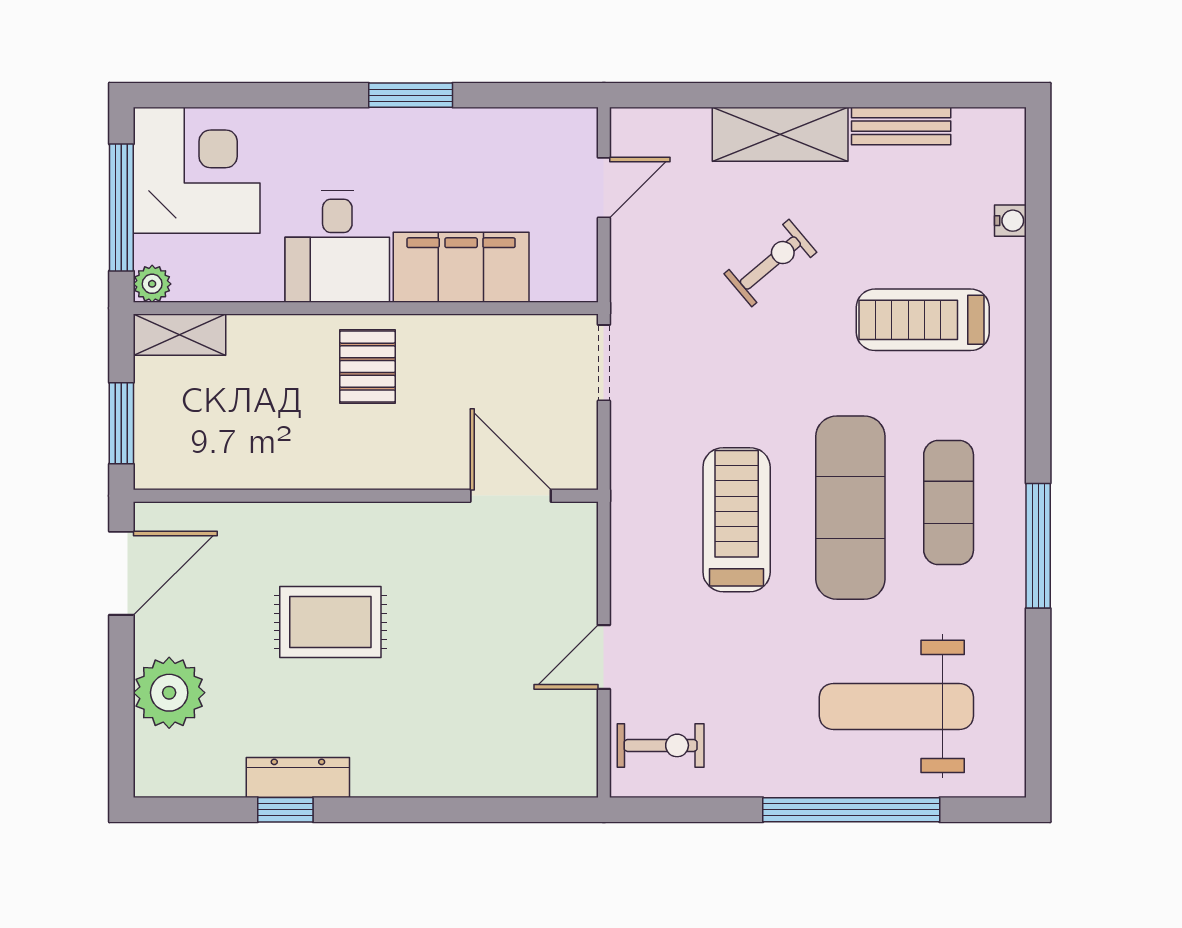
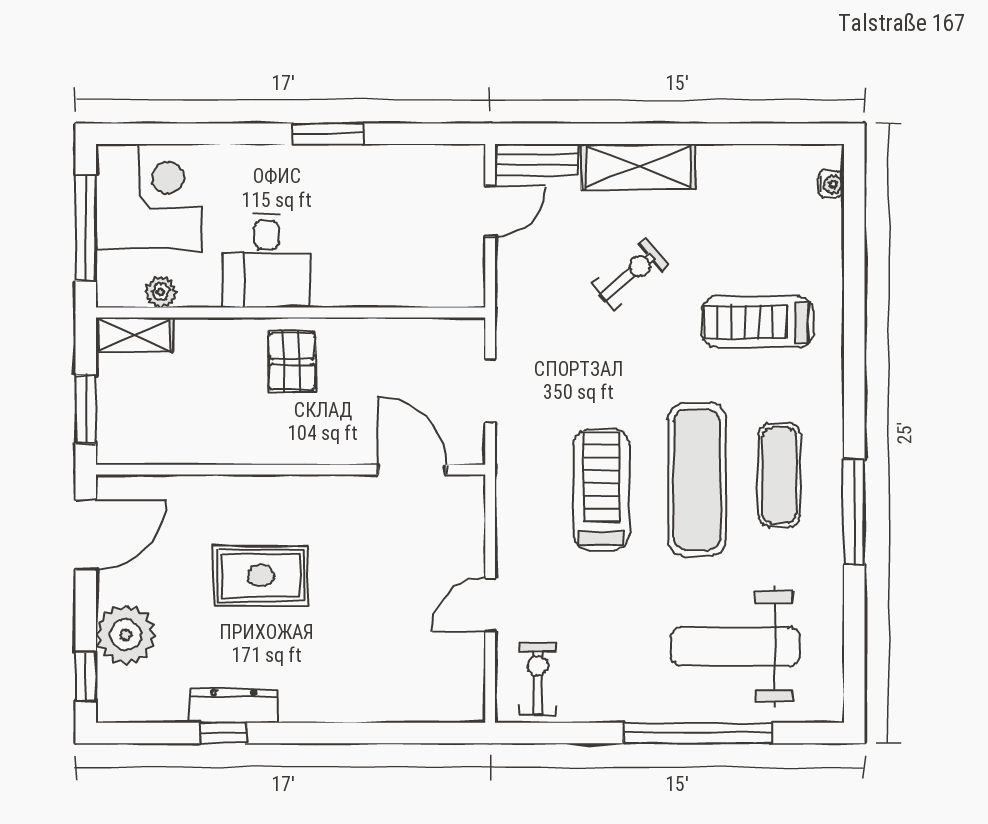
bench: (901, 126) -> (536, 160), moved
water cooler: (1010, 221) -> (831, 184), moved
filing cabinet: (461, 267) -> (370, 278), removed
plant: (152, 284) -> (161, 292), moved
doorway: (604, 363) -> (490, 391), moved
window: (121, 742) -> (86, 676), added
exercise bike: (661, 745) -> (538, 679), turned -90

